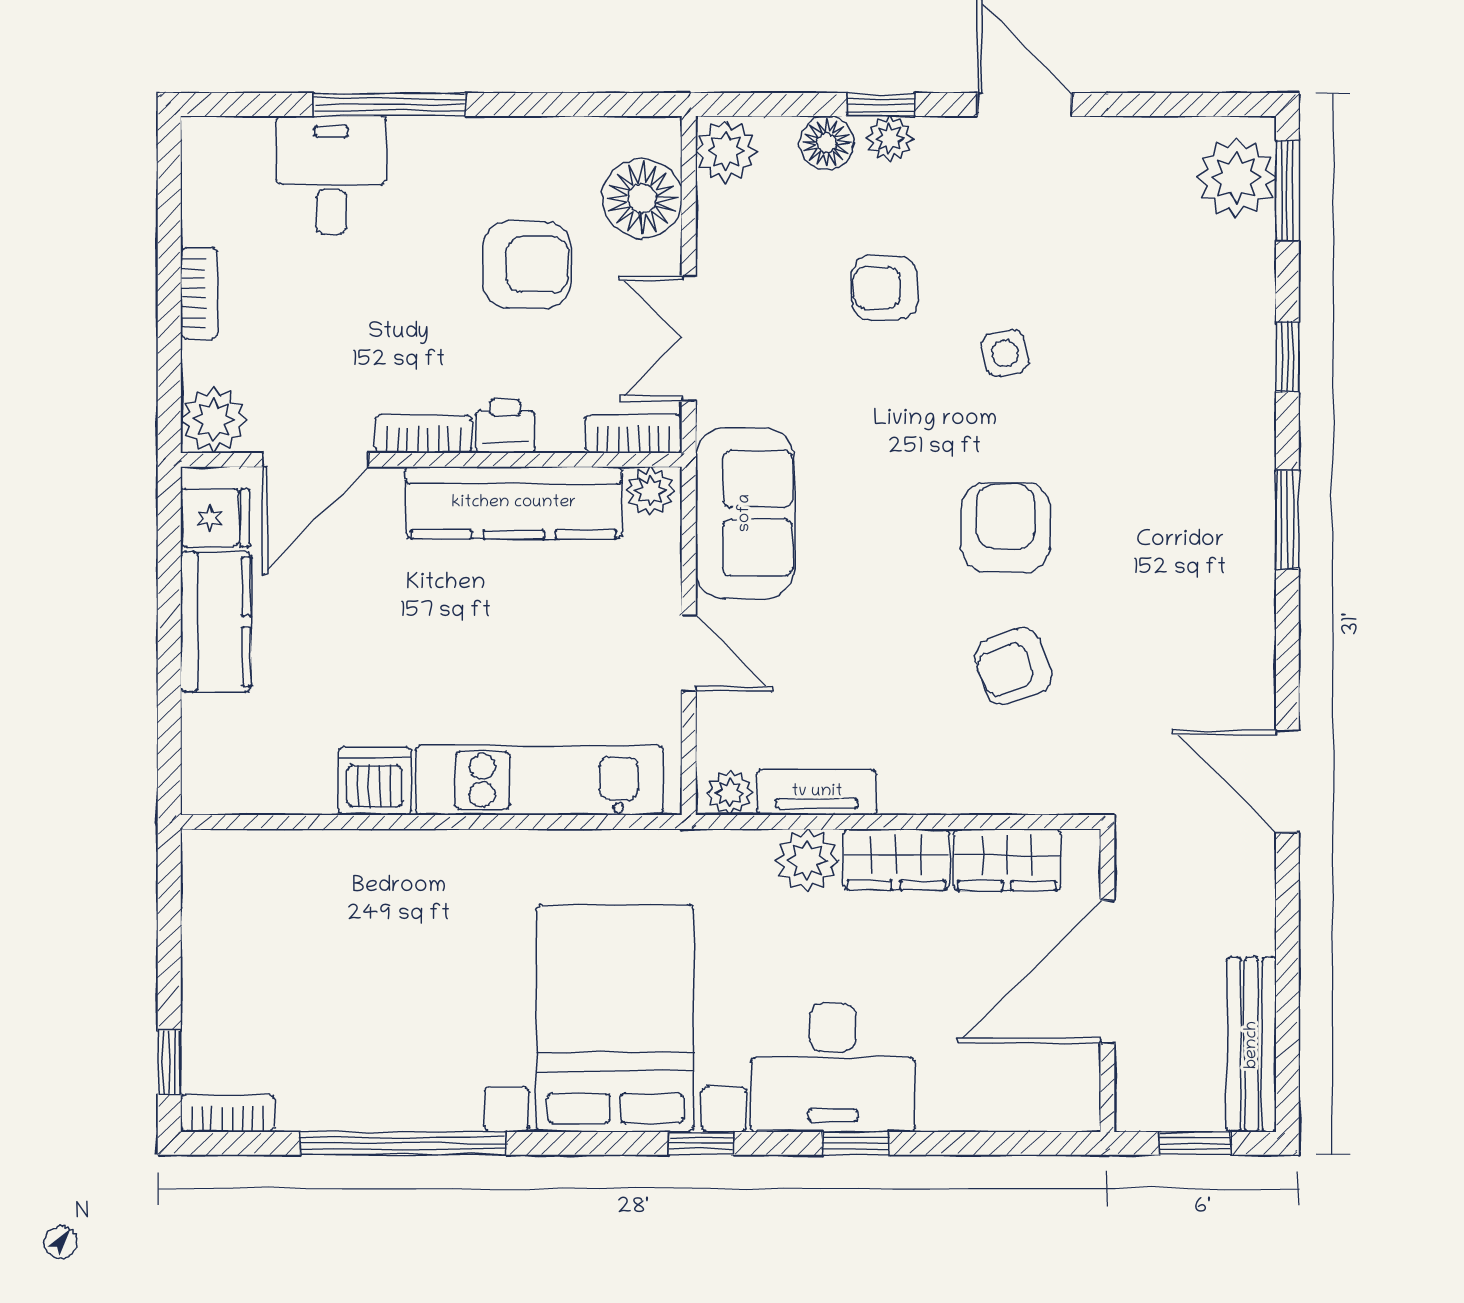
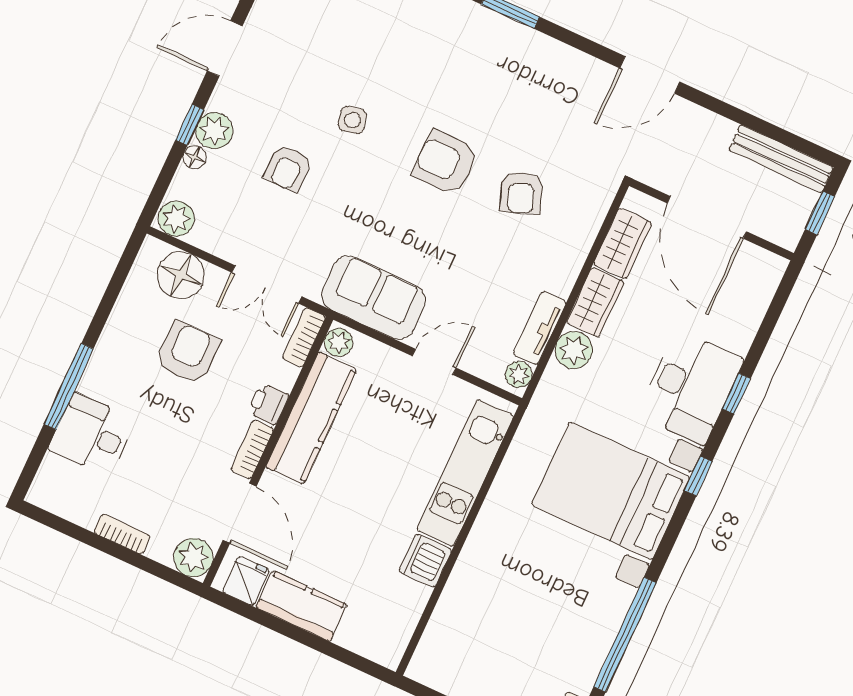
plant: (889, 139) -> (214, 131), width x1.38, depth x1.38
floor lamp: (827, 143) -> (195, 157), width x0.73, depth x0.73

